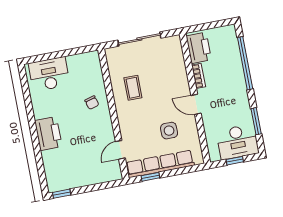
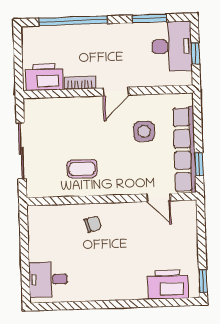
desk: (49, 74) -> (48, 279), width x0.73
printer: (48, 134) -> (168, 284), moved

